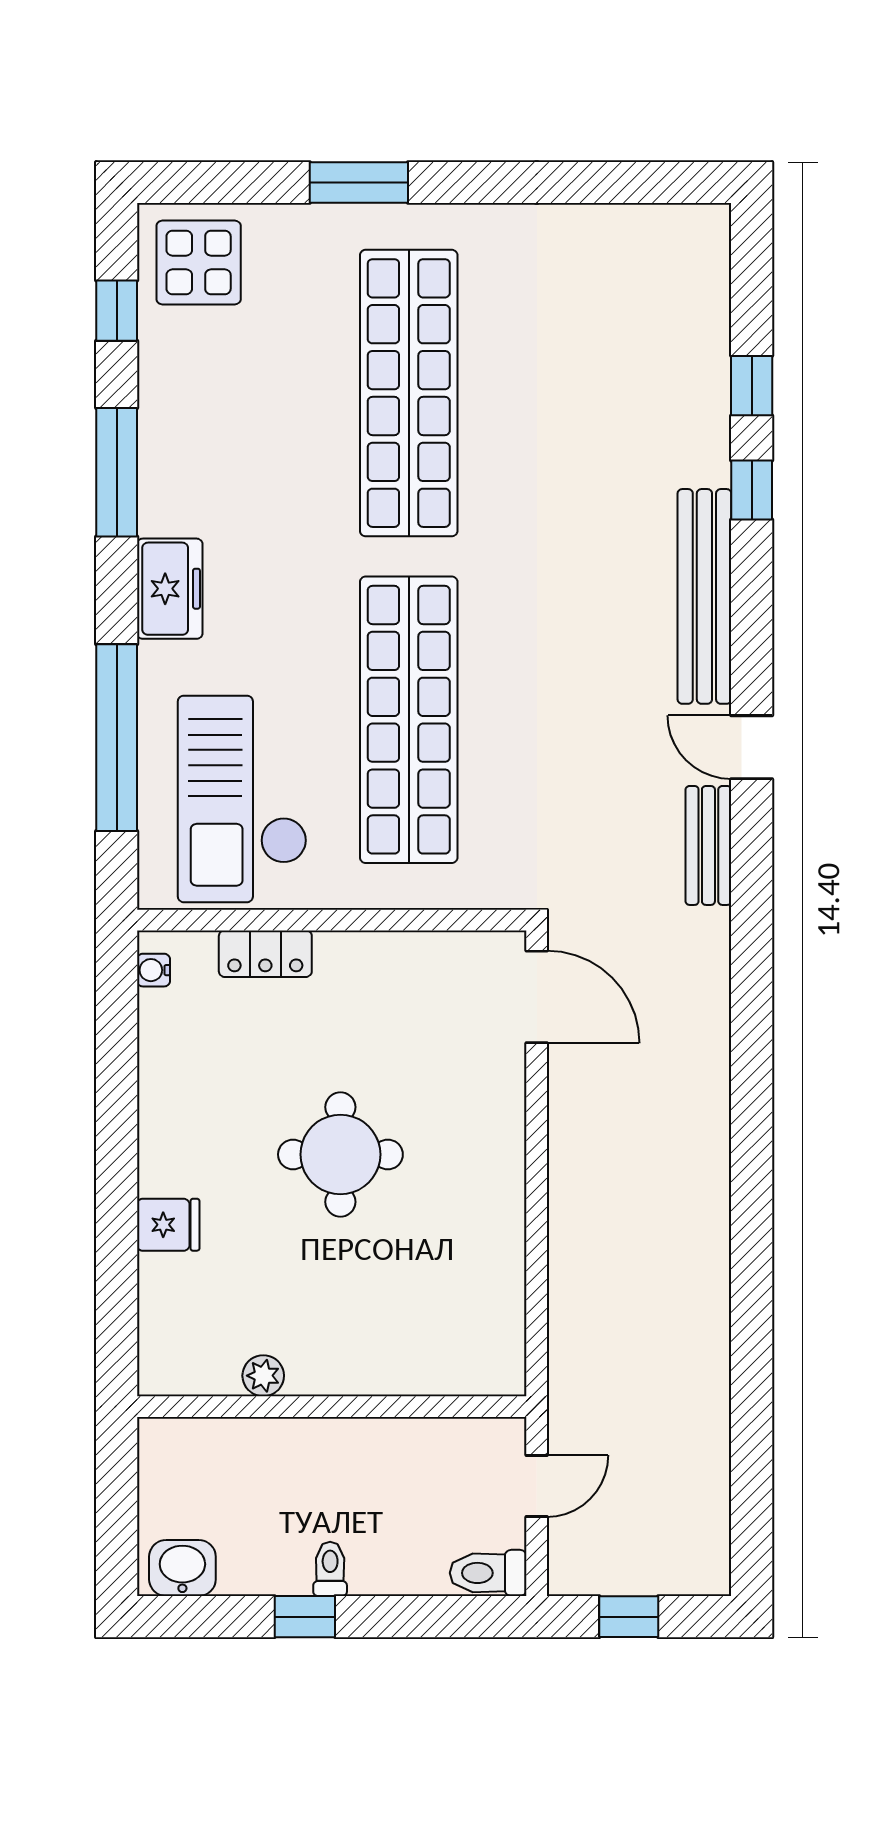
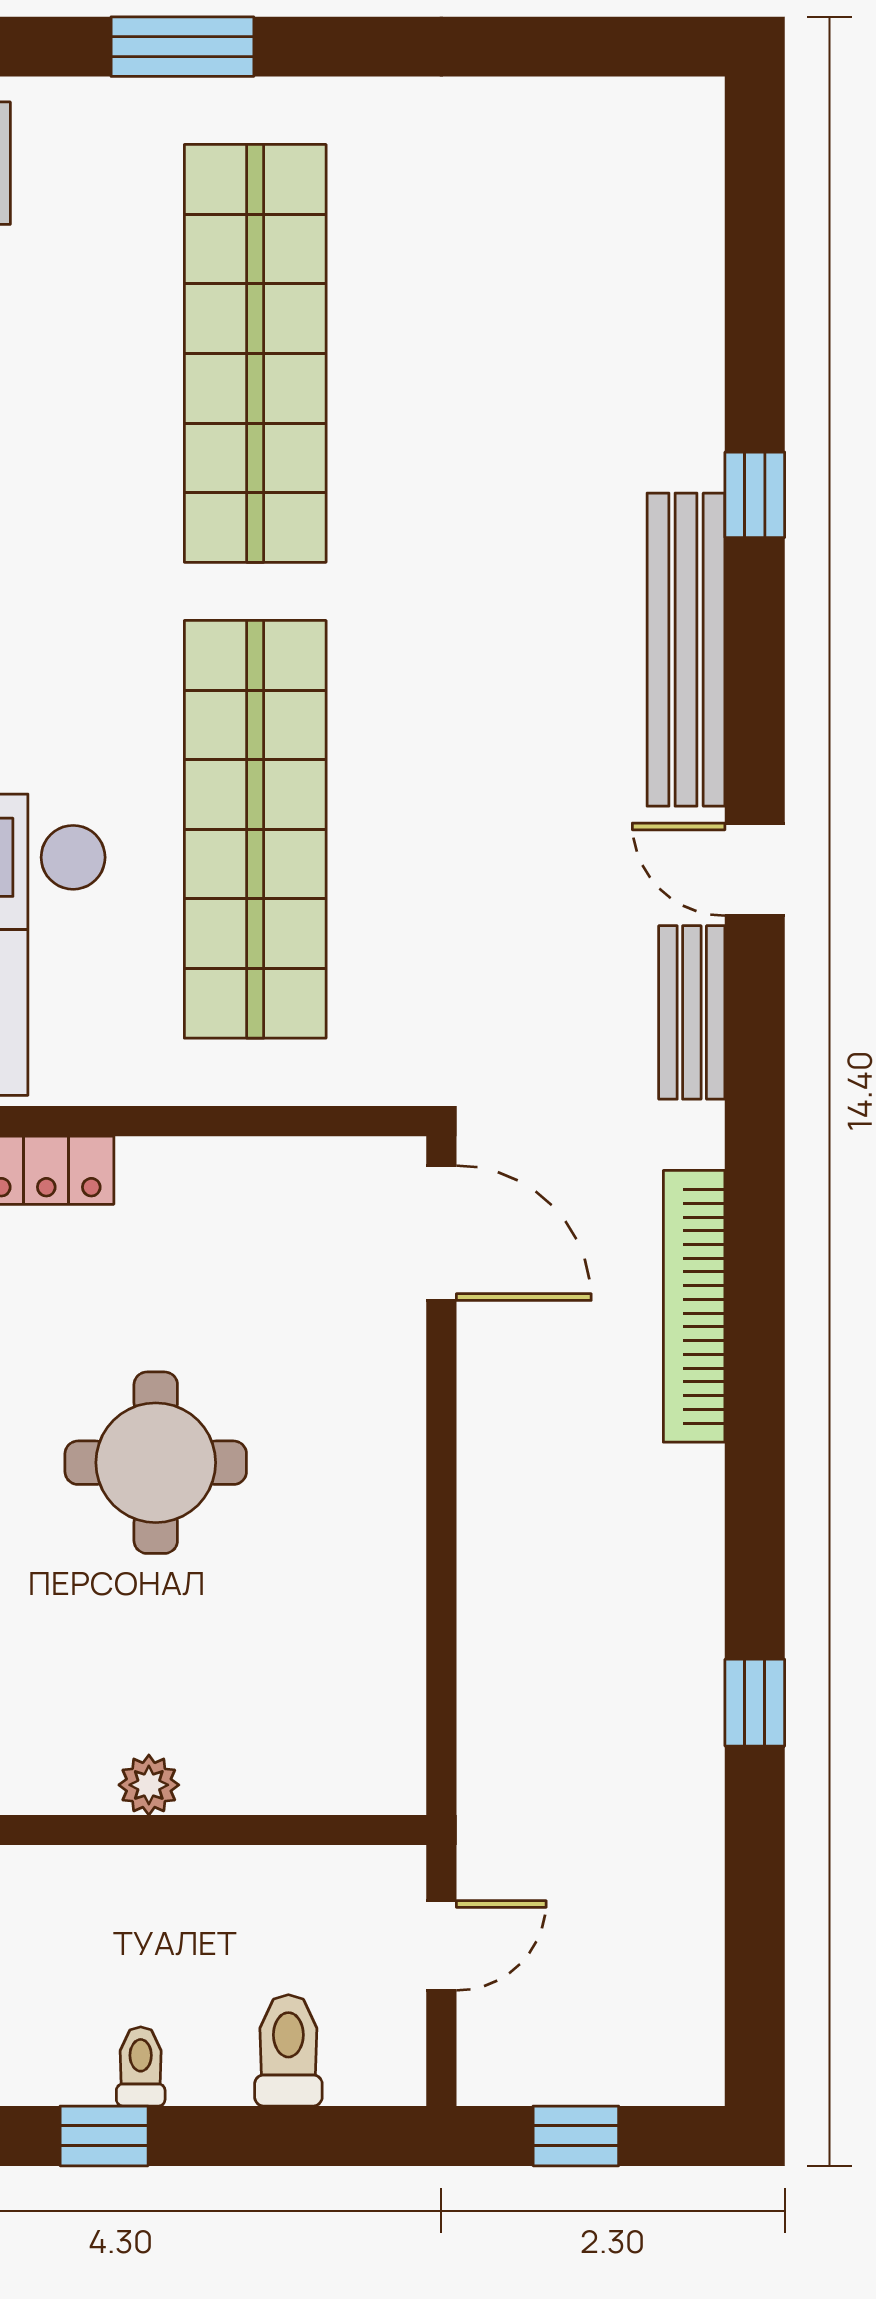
window: (752, 386) -> (755, 1703), moved
bookcase: (710, 1047) -> (694, 1306), added
plant: (263, 1376) -> (149, 1785), moved
toilet: (488, 1573) -> (288, 2050), moved, turned 90

